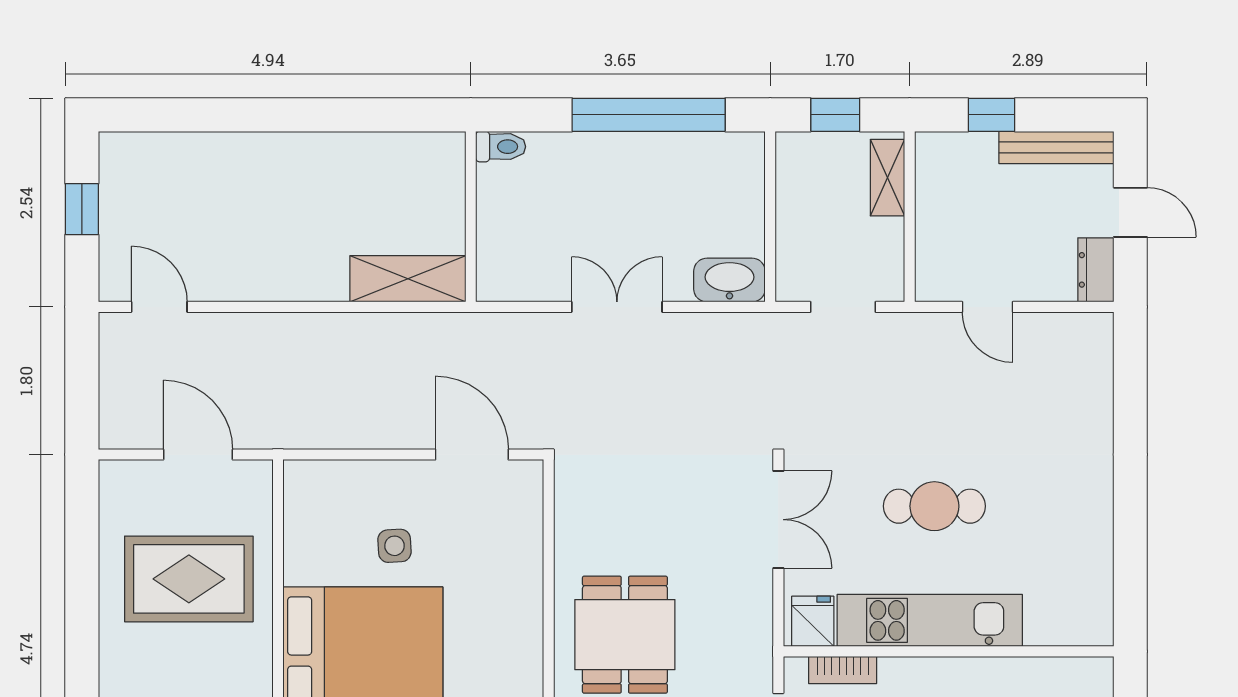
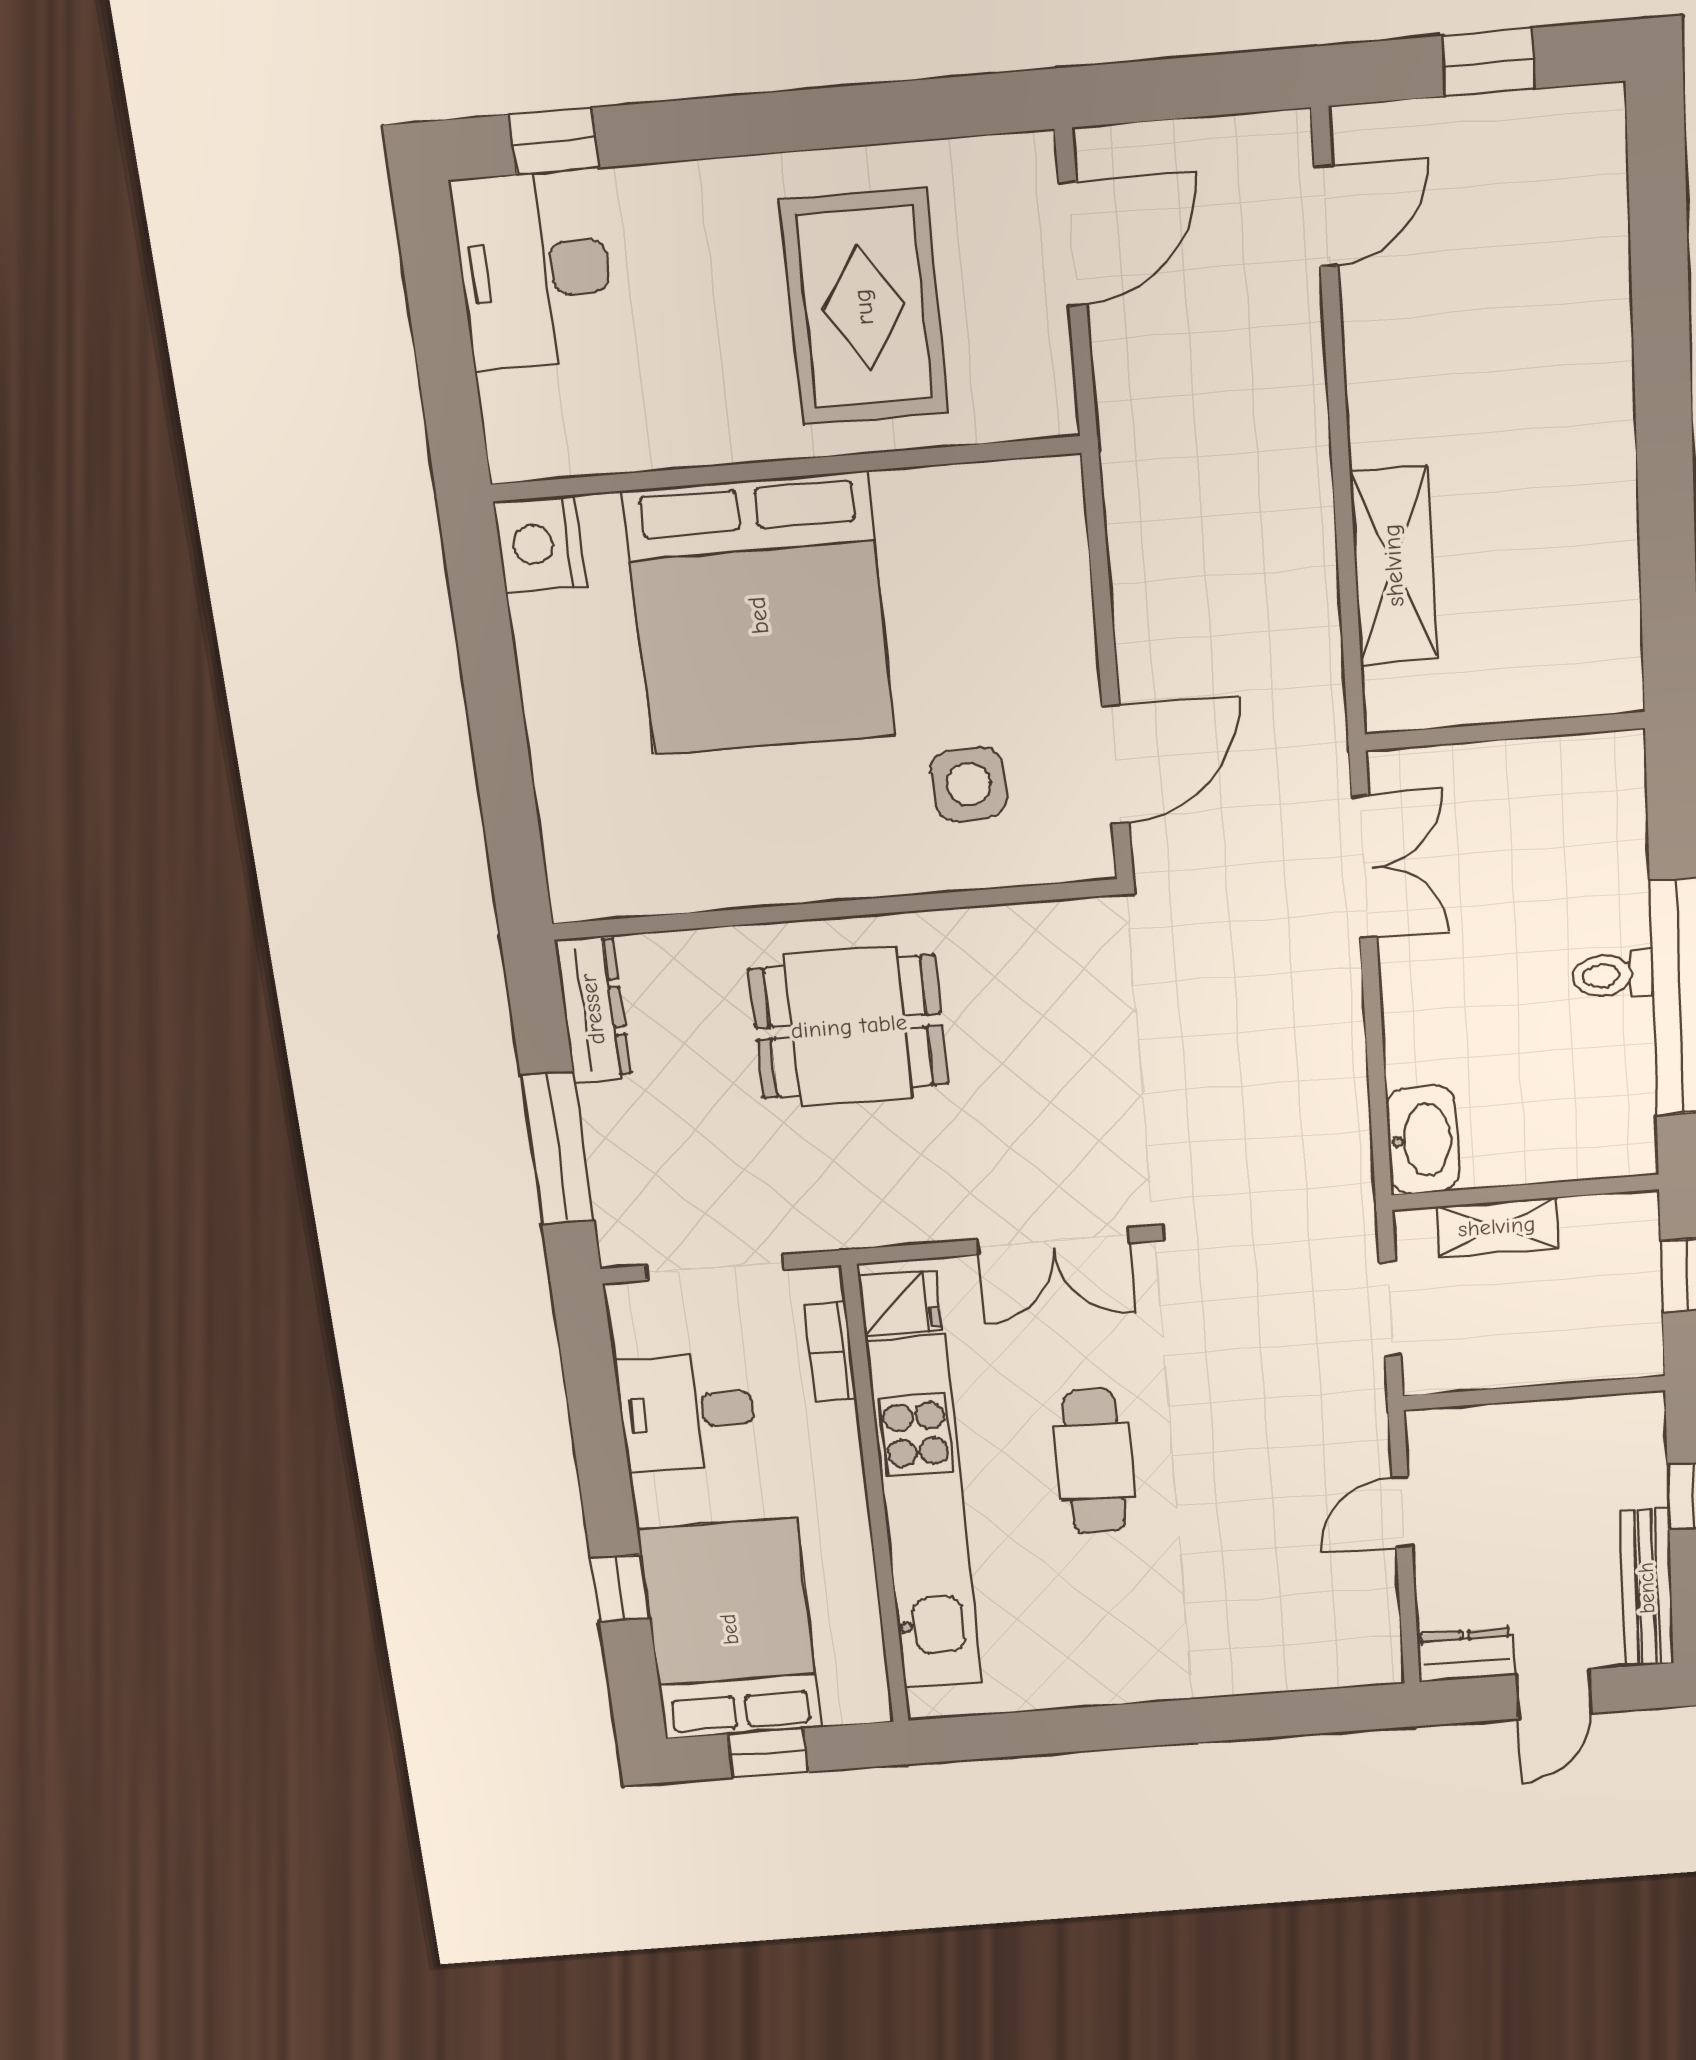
toilet: (501, 147) -> (1613, 975), moved, turned 90
shelving: (887, 178) -> (1497, 1227), moved
shelving: (408, 279) -> (1394, 565), moved
double door: (617, 307) -> (1364, 867), moved
door: (198, 455) -> (1073, 244), moved
side table: (394, 546) -> (969, 784), moved, width x1.37, depth x1.37
kitchen unit: (930, 620) -> (925, 1515), width x1.36

